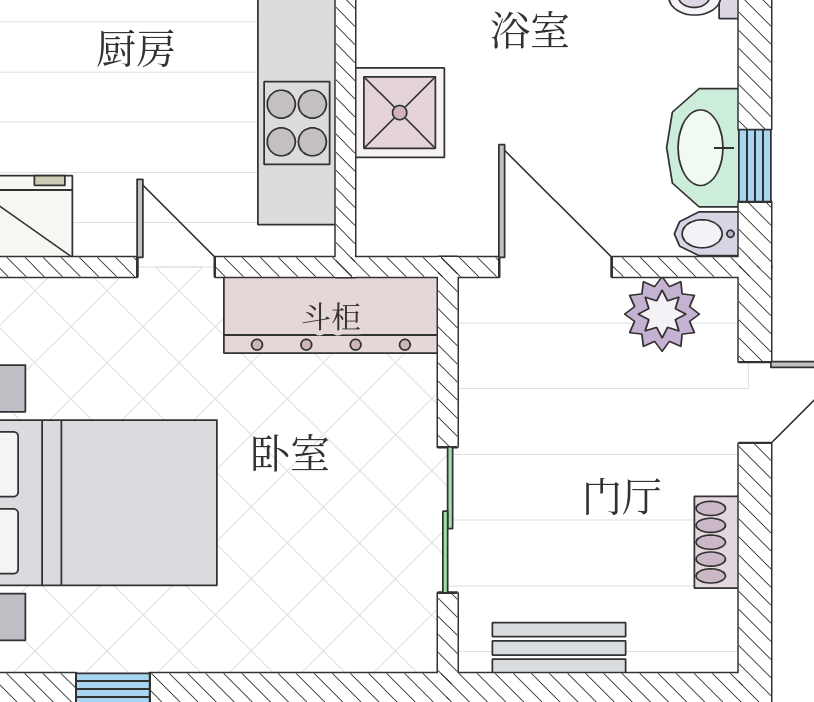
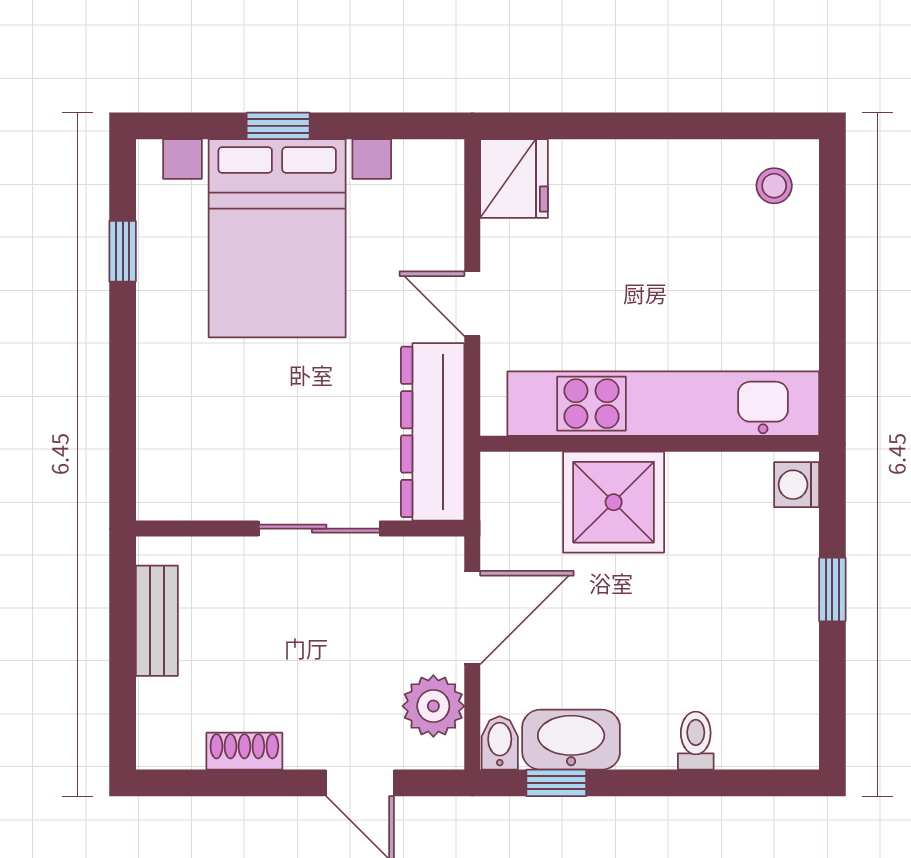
shower: (400, 113) -> (614, 502), width x1.36, depth x1.36
door: (176, 267) -> (472, 304), swing flipped
sliding door: (448, 520) -> (319, 529), moved

